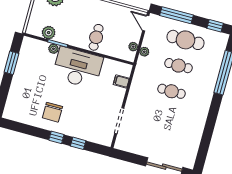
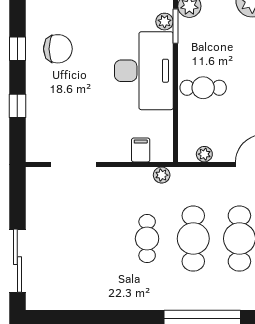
plant: (144, 52) -> (162, 175), moved
cafe table: (178, 66) -> (193, 239), width x1.37, depth x1.35
chair: (52, 112) -> (58, 49), turned 180
window: (56, 137) -> (17, 49), moved

